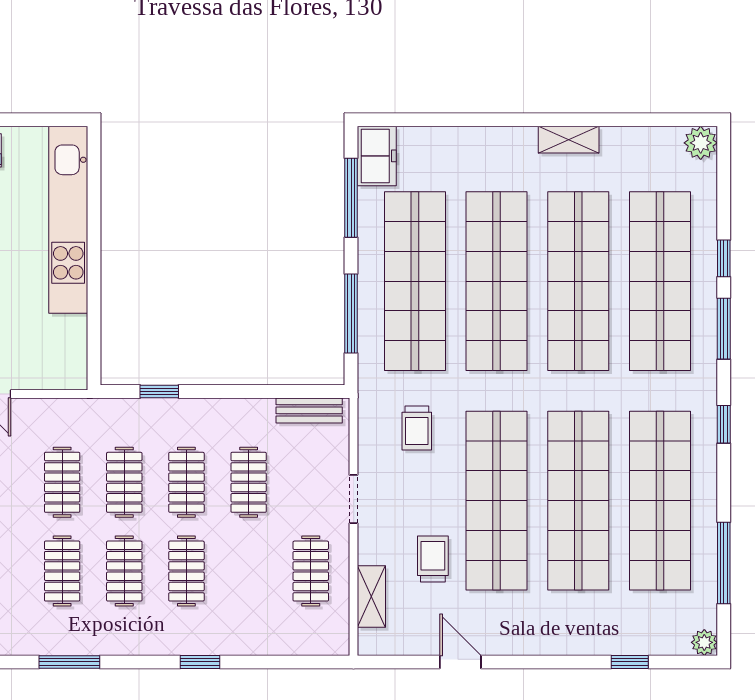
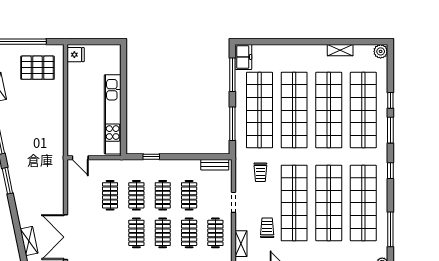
shelving: (569, 140) -> (340, 50), moved
kitchen unit: (68, 220) -> (113, 114), moved
clothes rail: (62, 571) -> (189, 233), moved

